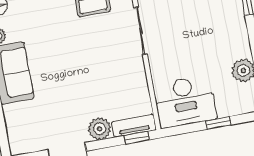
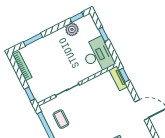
plant: (100, 129) -> (125, 96), removed

